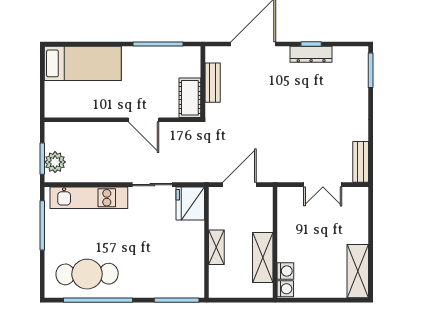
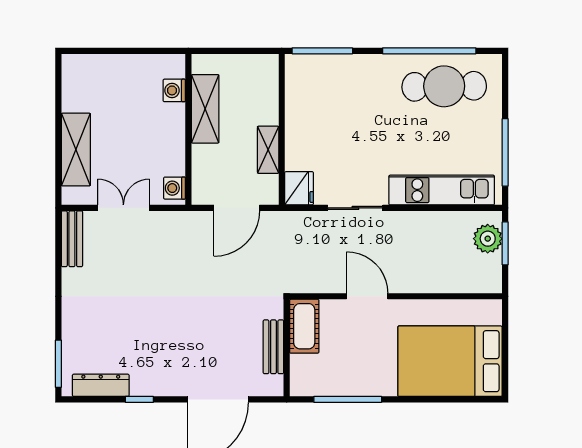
dresser: (311, 54) -> (101, 385), moved
bed: (83, 63) -> (450, 361), width x1.50
fridge: (190, 204) -> (299, 188), width x0.73, depth x0.75
shelving: (216, 247) -> (268, 150), moved
shelving: (358, 271) -> (76, 150), moved
washing machine: (285, 289) -> (174, 188), moved

